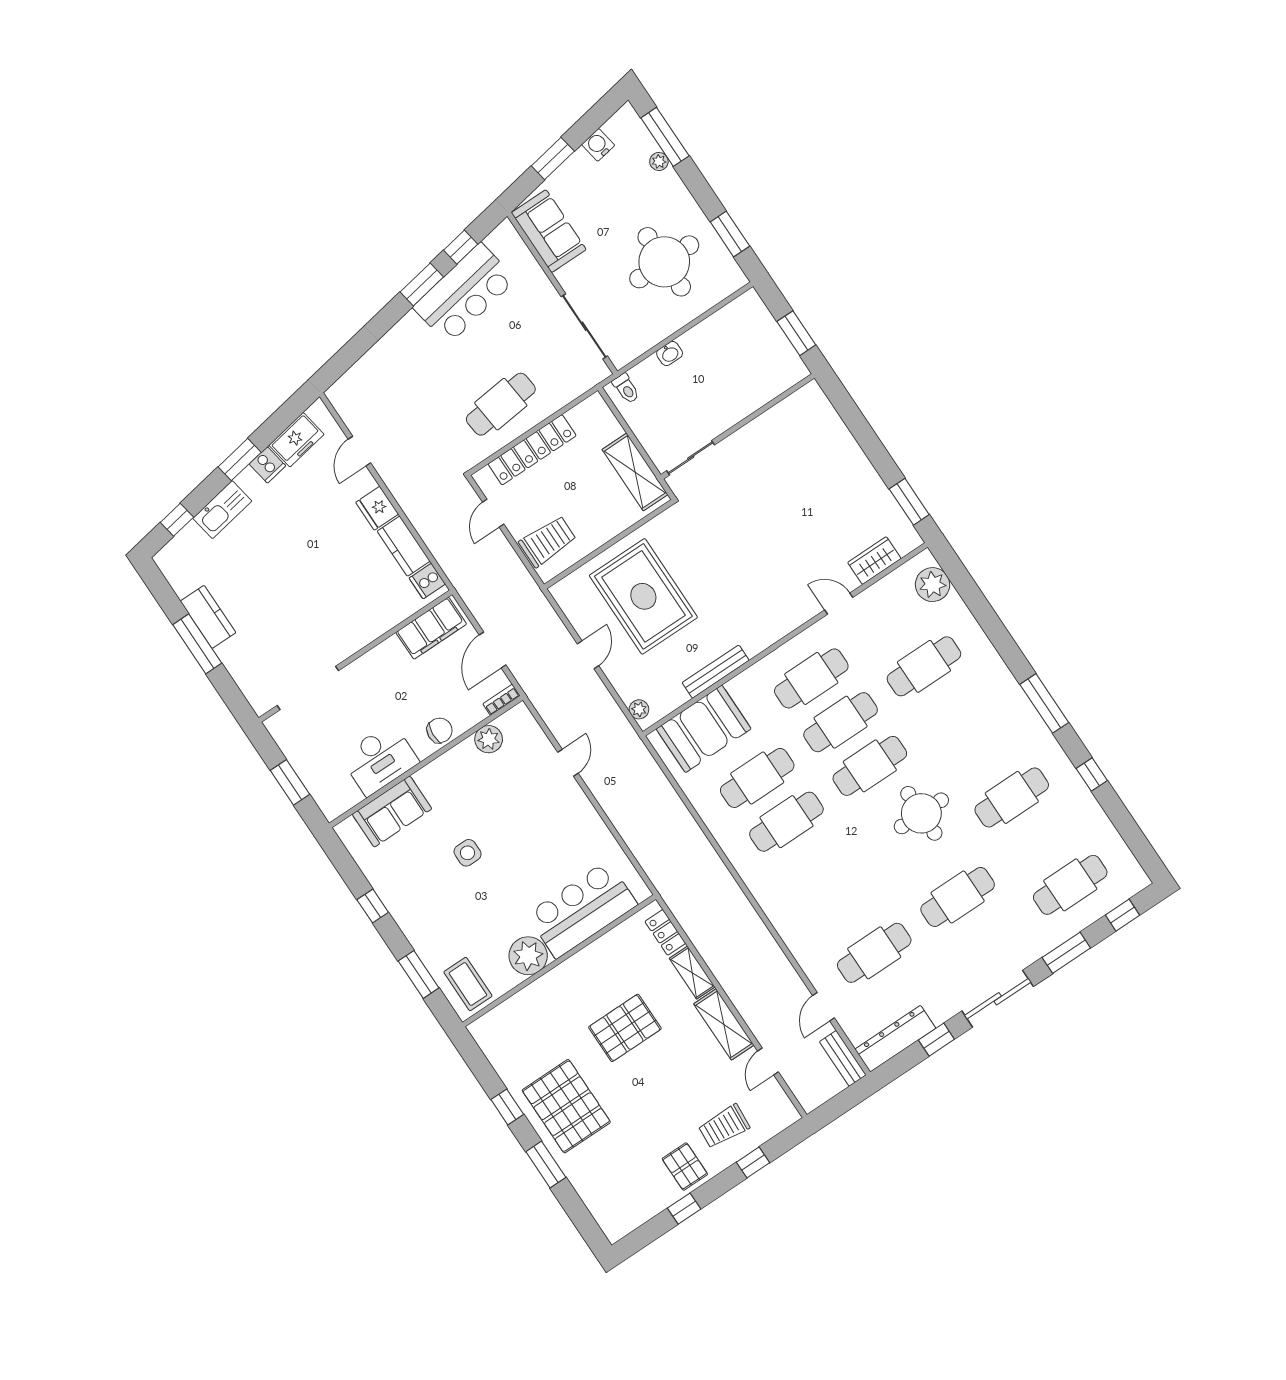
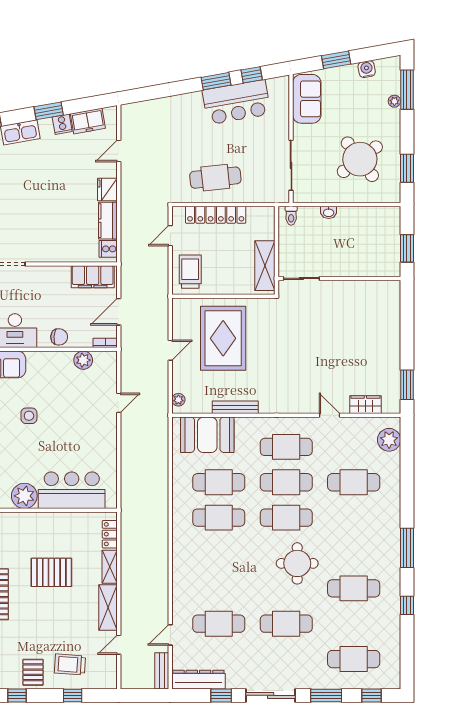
round table: (664, 262) -> (360, 159), turned -37
trolley: (548, 541) -> (190, 272), turned -90

